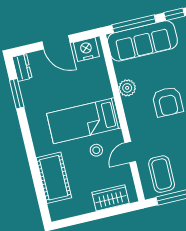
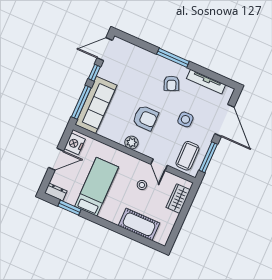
plant: (127, 88) -> (131, 143), moved
bed: (84, 121) -> (97, 187), moved, turned 180
coffee table: (162, 174) -> (187, 156), turned 90

